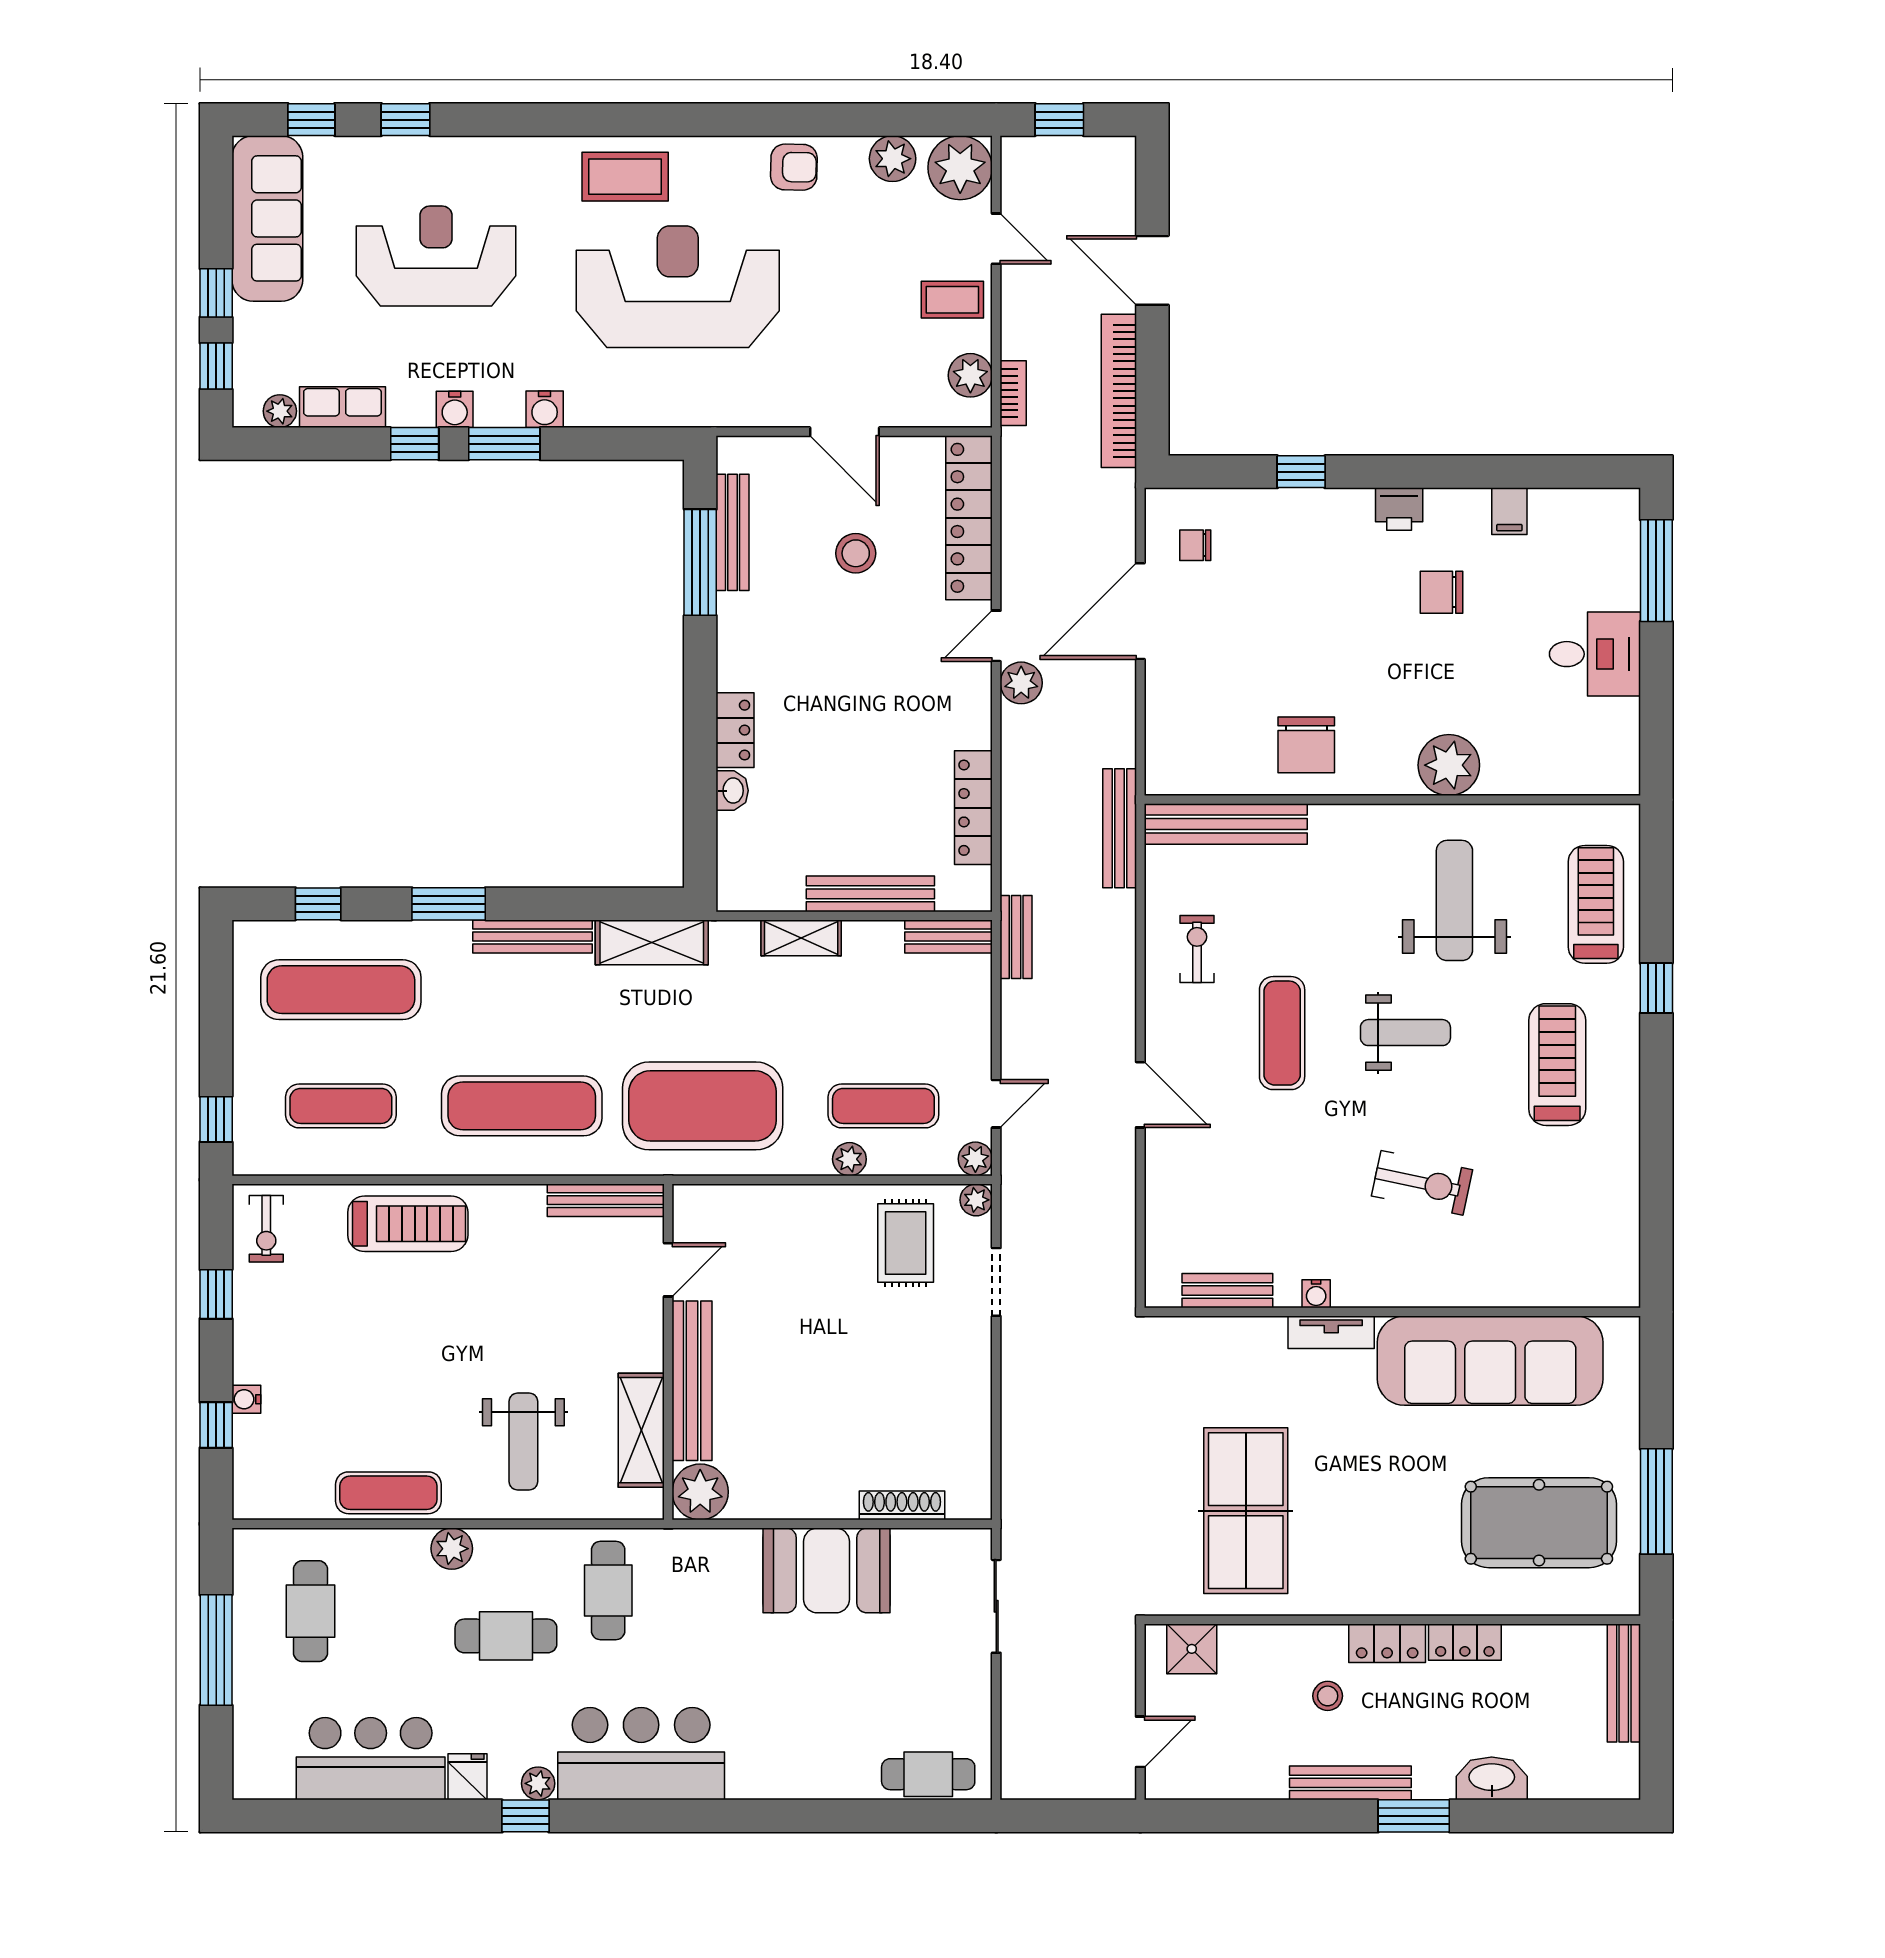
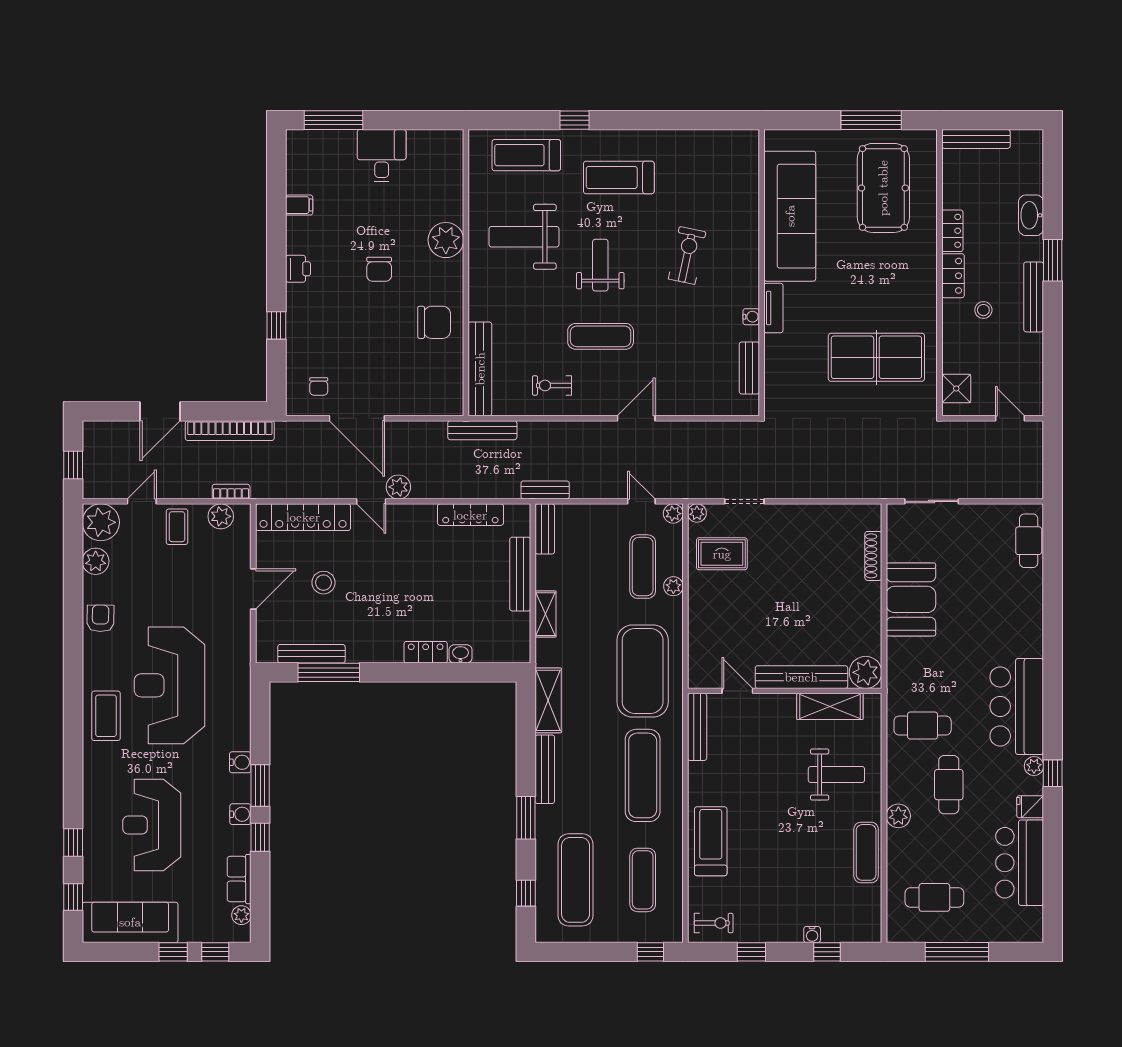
chair: (1441, 592) -> (379, 269), moved

